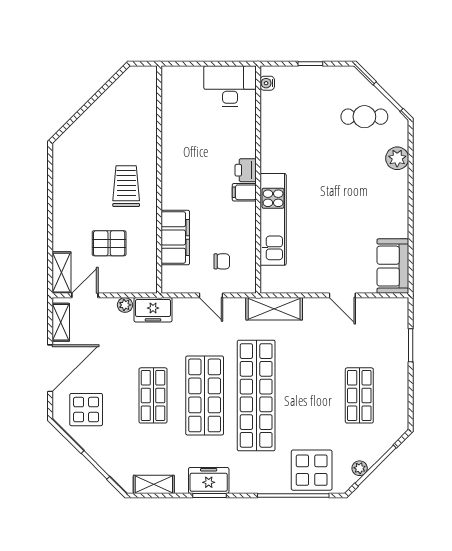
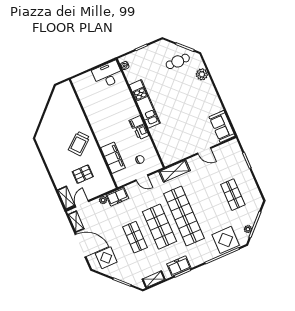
printer: (246, 170) -> (142, 132), moved
trolley: (126, 186) -> (79, 143), turned -130
kitchen unit: (273, 219) -> (145, 104), moved
door: (50, 368) -> (81, 246), hinge flipped

